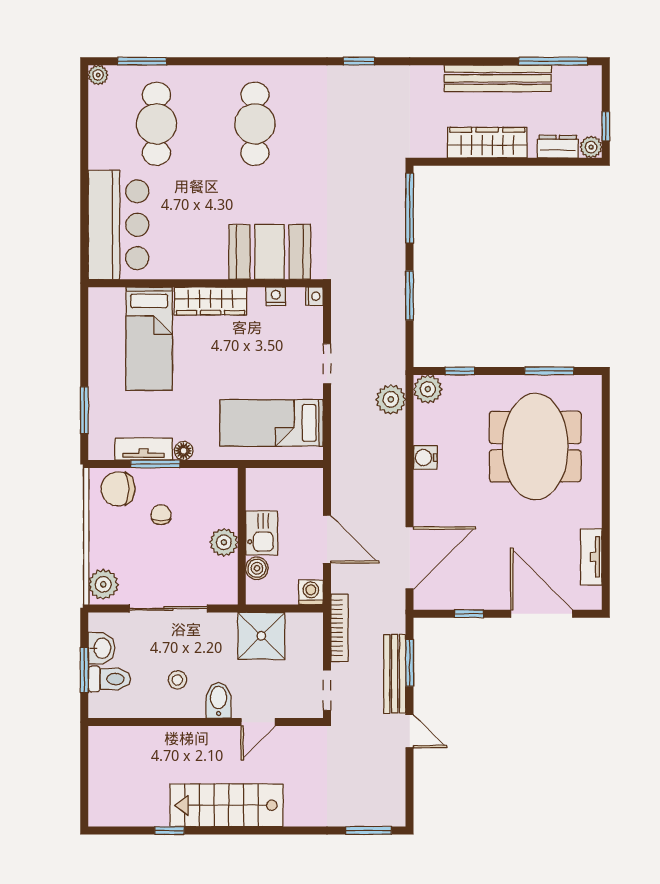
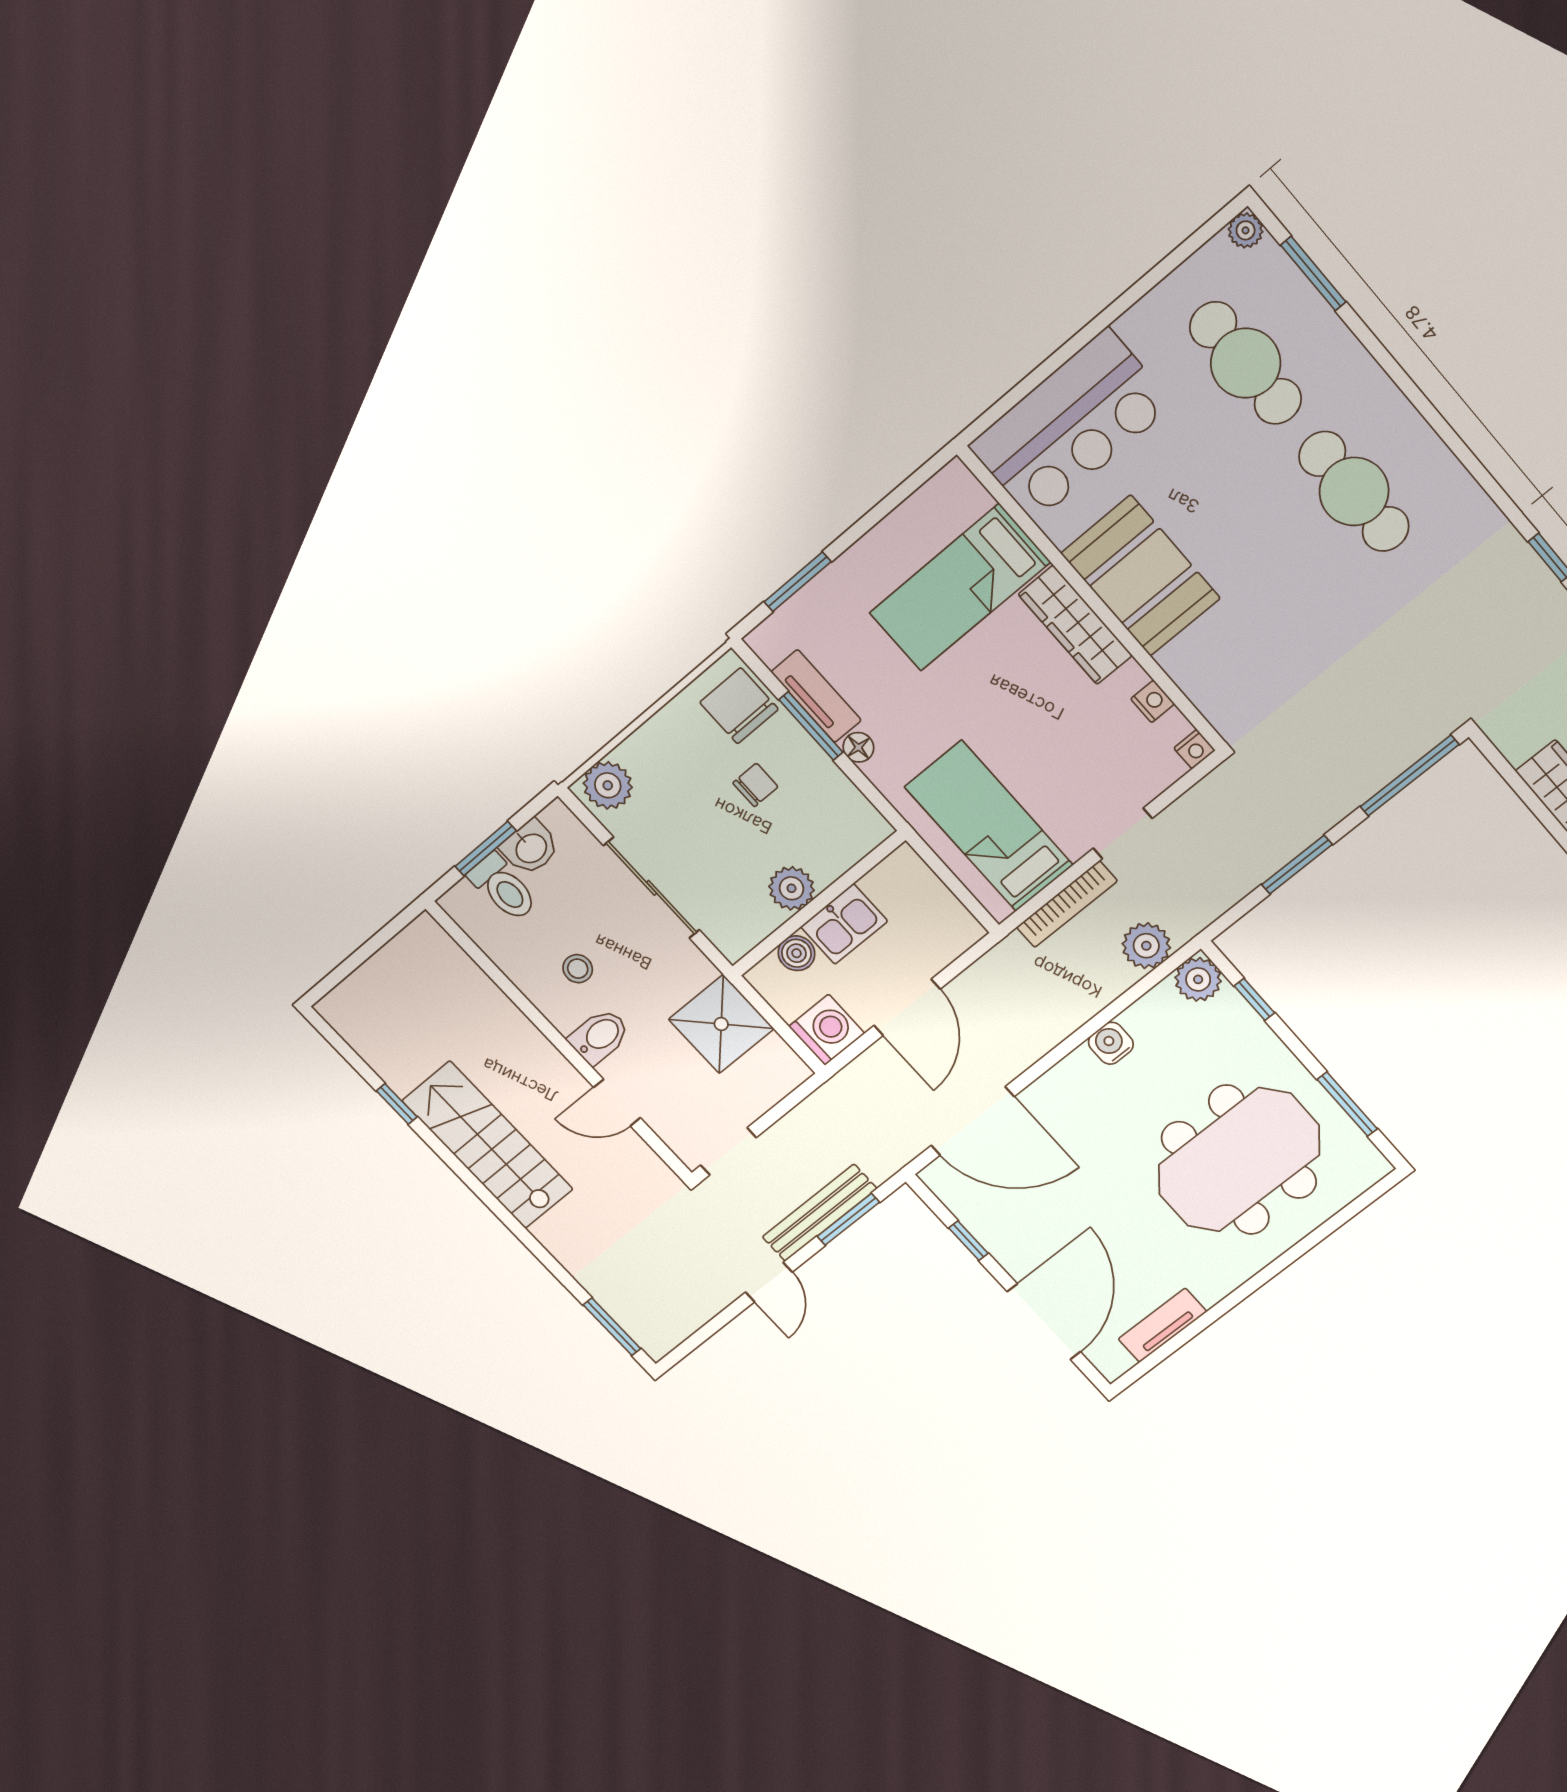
cafe table: (156, 124) -> (1246, 363), turned 90
cafe table: (255, 124) -> (1354, 491), turned 90
booth: (270, 252) -> (1141, 576), moved
washing machine: (311, 592) -> (827, 1030), width x1.38, depth x1.38
bookcase: (339, 628) -> (1067, 904), moved

